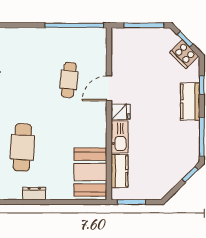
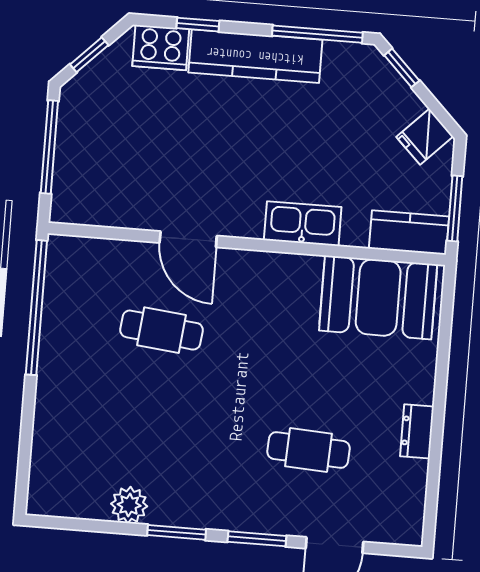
cooker: (184, 54) -> (161, 48), moved, turned 45
kitchen counter: (190, 101) -> (255, 56), width x1.50
fridge: (121, 112) -> (425, 137), moved, turned -135
cafe table: (22, 147) -> (309, 450), width x0.73, depth x0.74
kitchen counter: (120, 171) -> (409, 232), moved

